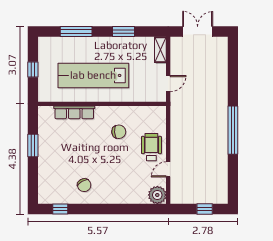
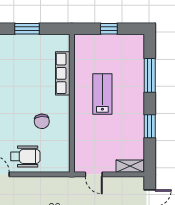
lab bench: (93, 75) -> (102, 94), width x0.54, depth x0.72

